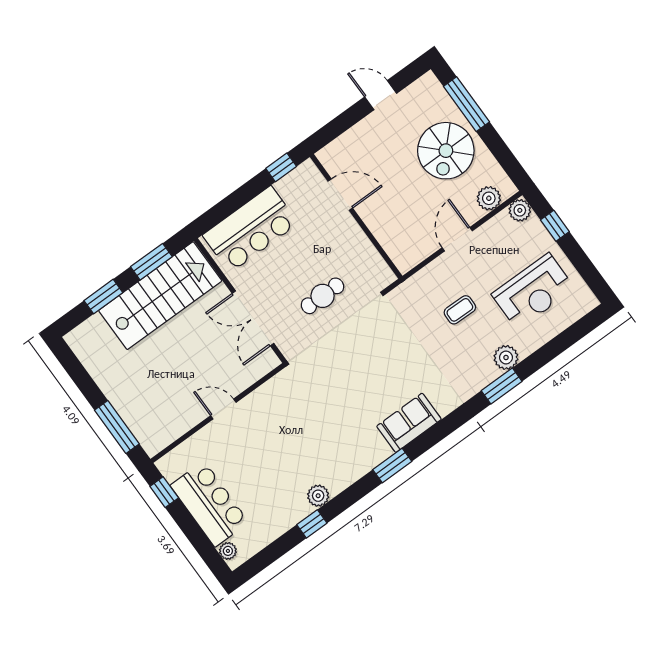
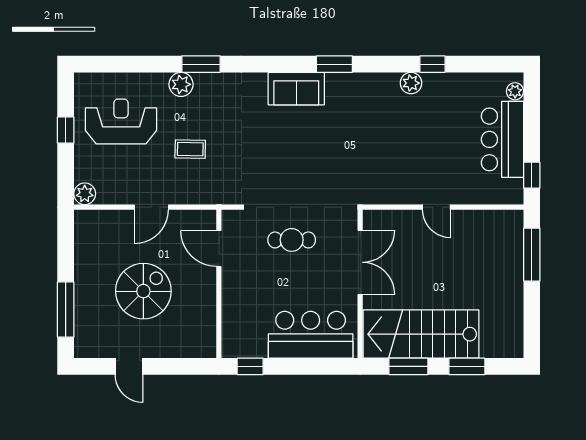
spiral stairs: (446, 151) -> (143, 291), moved
door: (340, 195) -> (219, 248), moved
plant: (489, 198) -> (102, 221), removed
window: (555, 226) -> (66, 130), moved

